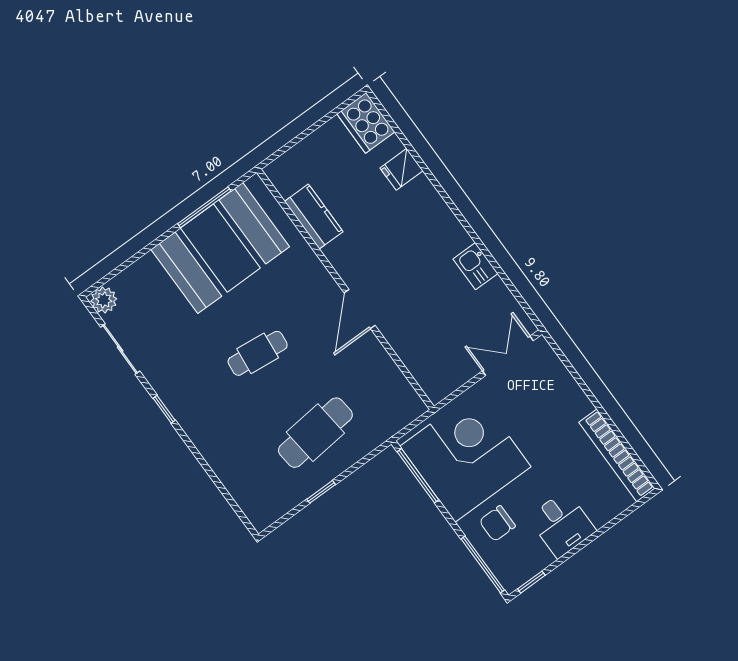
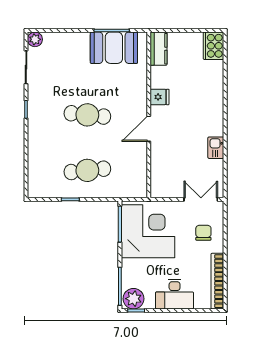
fridge: (402, 169) -> (160, 97), moved, turned 180
kitchen counter: (314, 217) -> (159, 49), moved
booth: (220, 248) -> (114, 48), width x0.73, depth x0.70
cafe table: (258, 353) -> (87, 115), width x1.37, depth x1.35
chair: (497, 523) -> (203, 233), moved, turned 90
desk: (562, 524) -> (175, 294), width x1.37
plant: (515, 568) -> (134, 299), added

